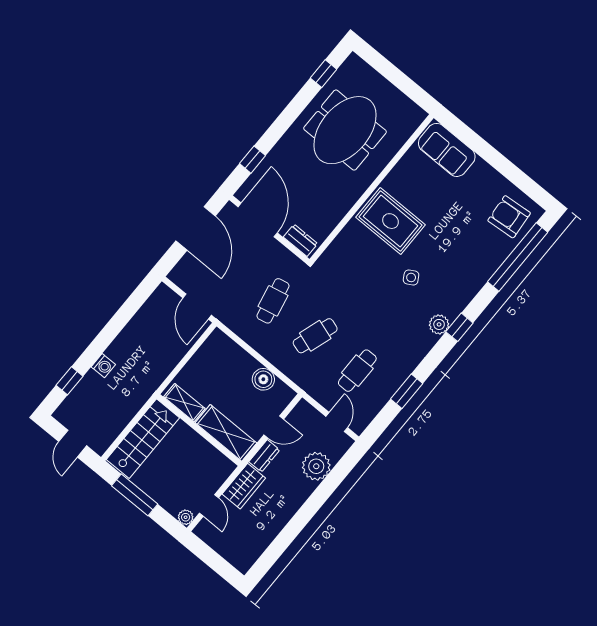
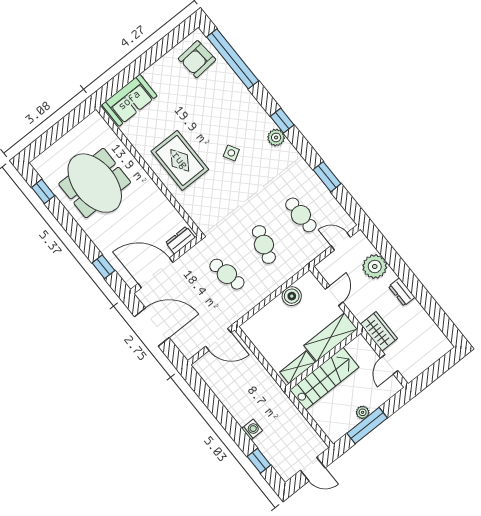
rug: (391, 221) -> (180, 160), turned 90
stairs: (143, 439) -> (324, 379), moved, turned 90
dresser: (264, 456) -> (402, 292), moved, turned 180
door: (209, 505) -> (389, 364), swing flipped
plant: (186, 517) -> (363, 412), moved

